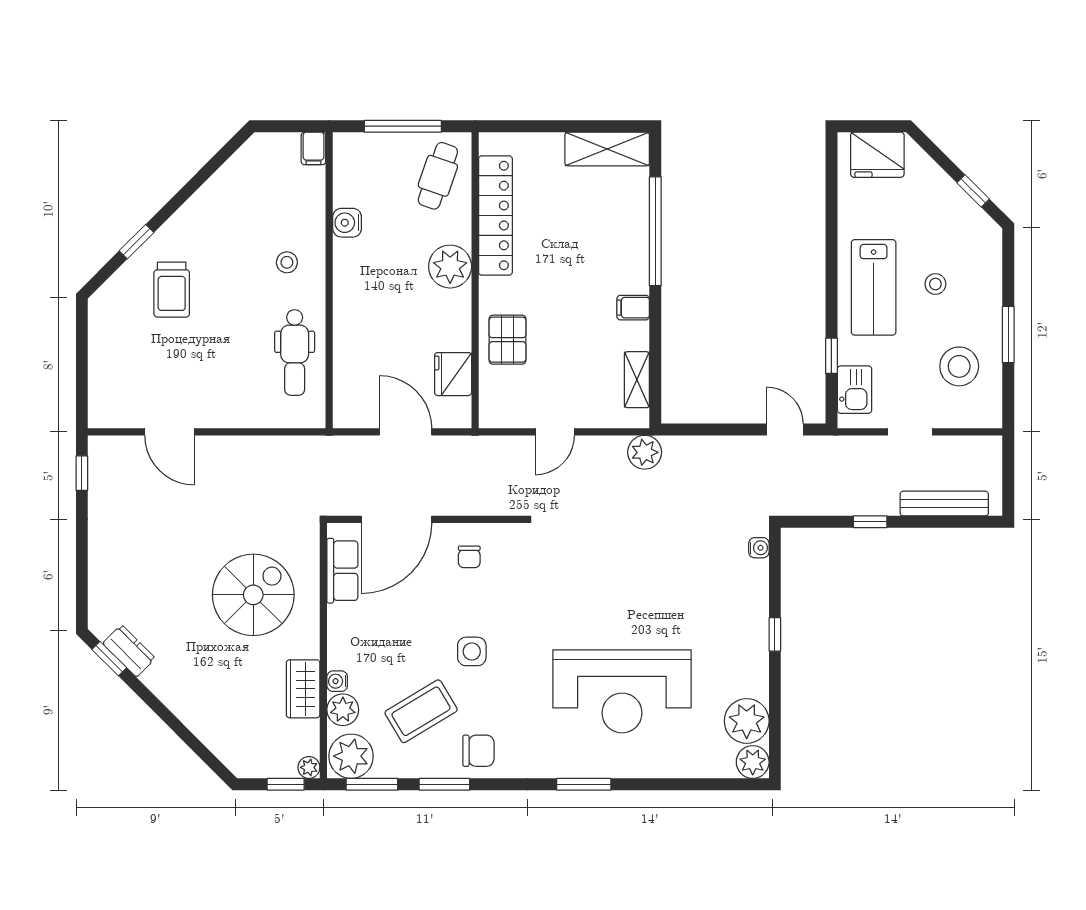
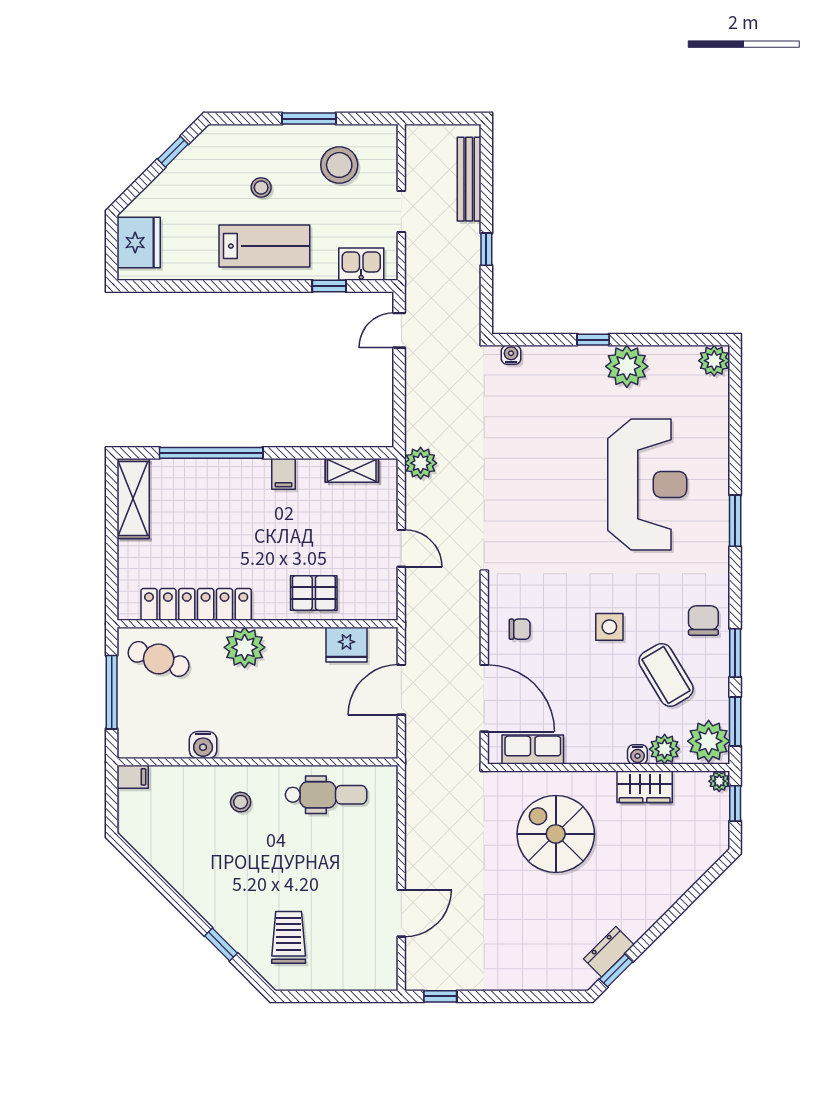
trolley: (172, 290) -> (289, 937), moved, turned -90
plant: (747, 721) -> (627, 366), moved

